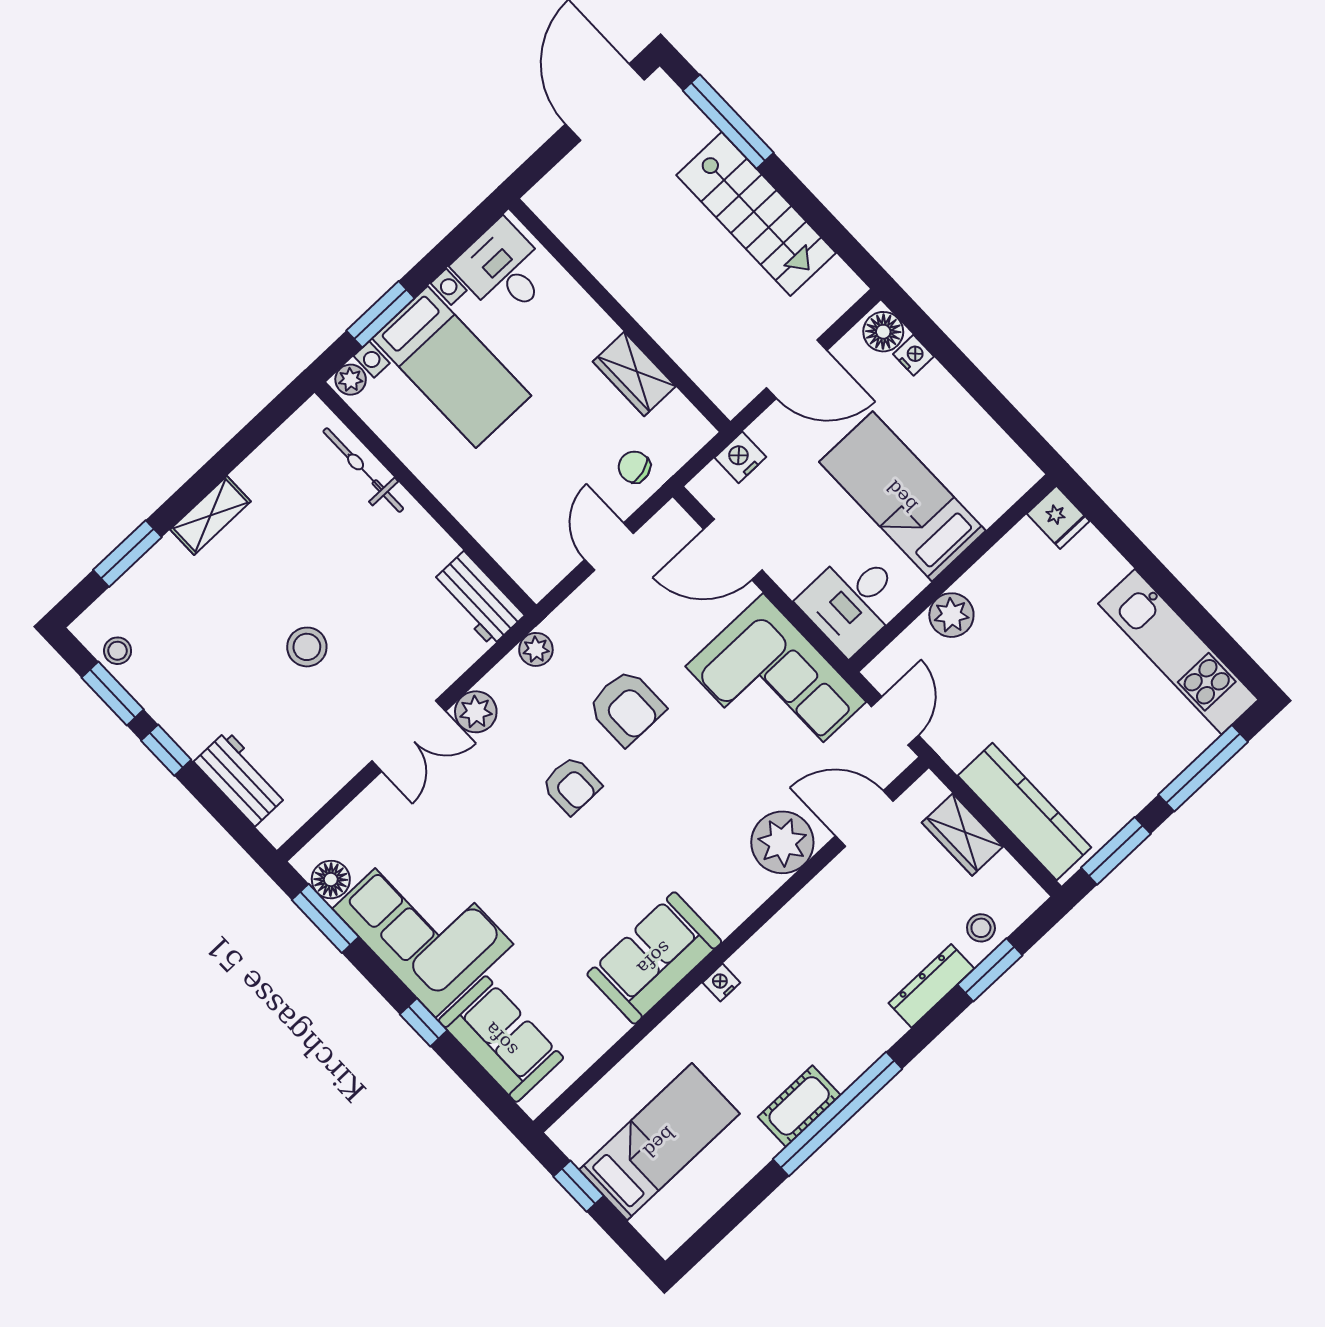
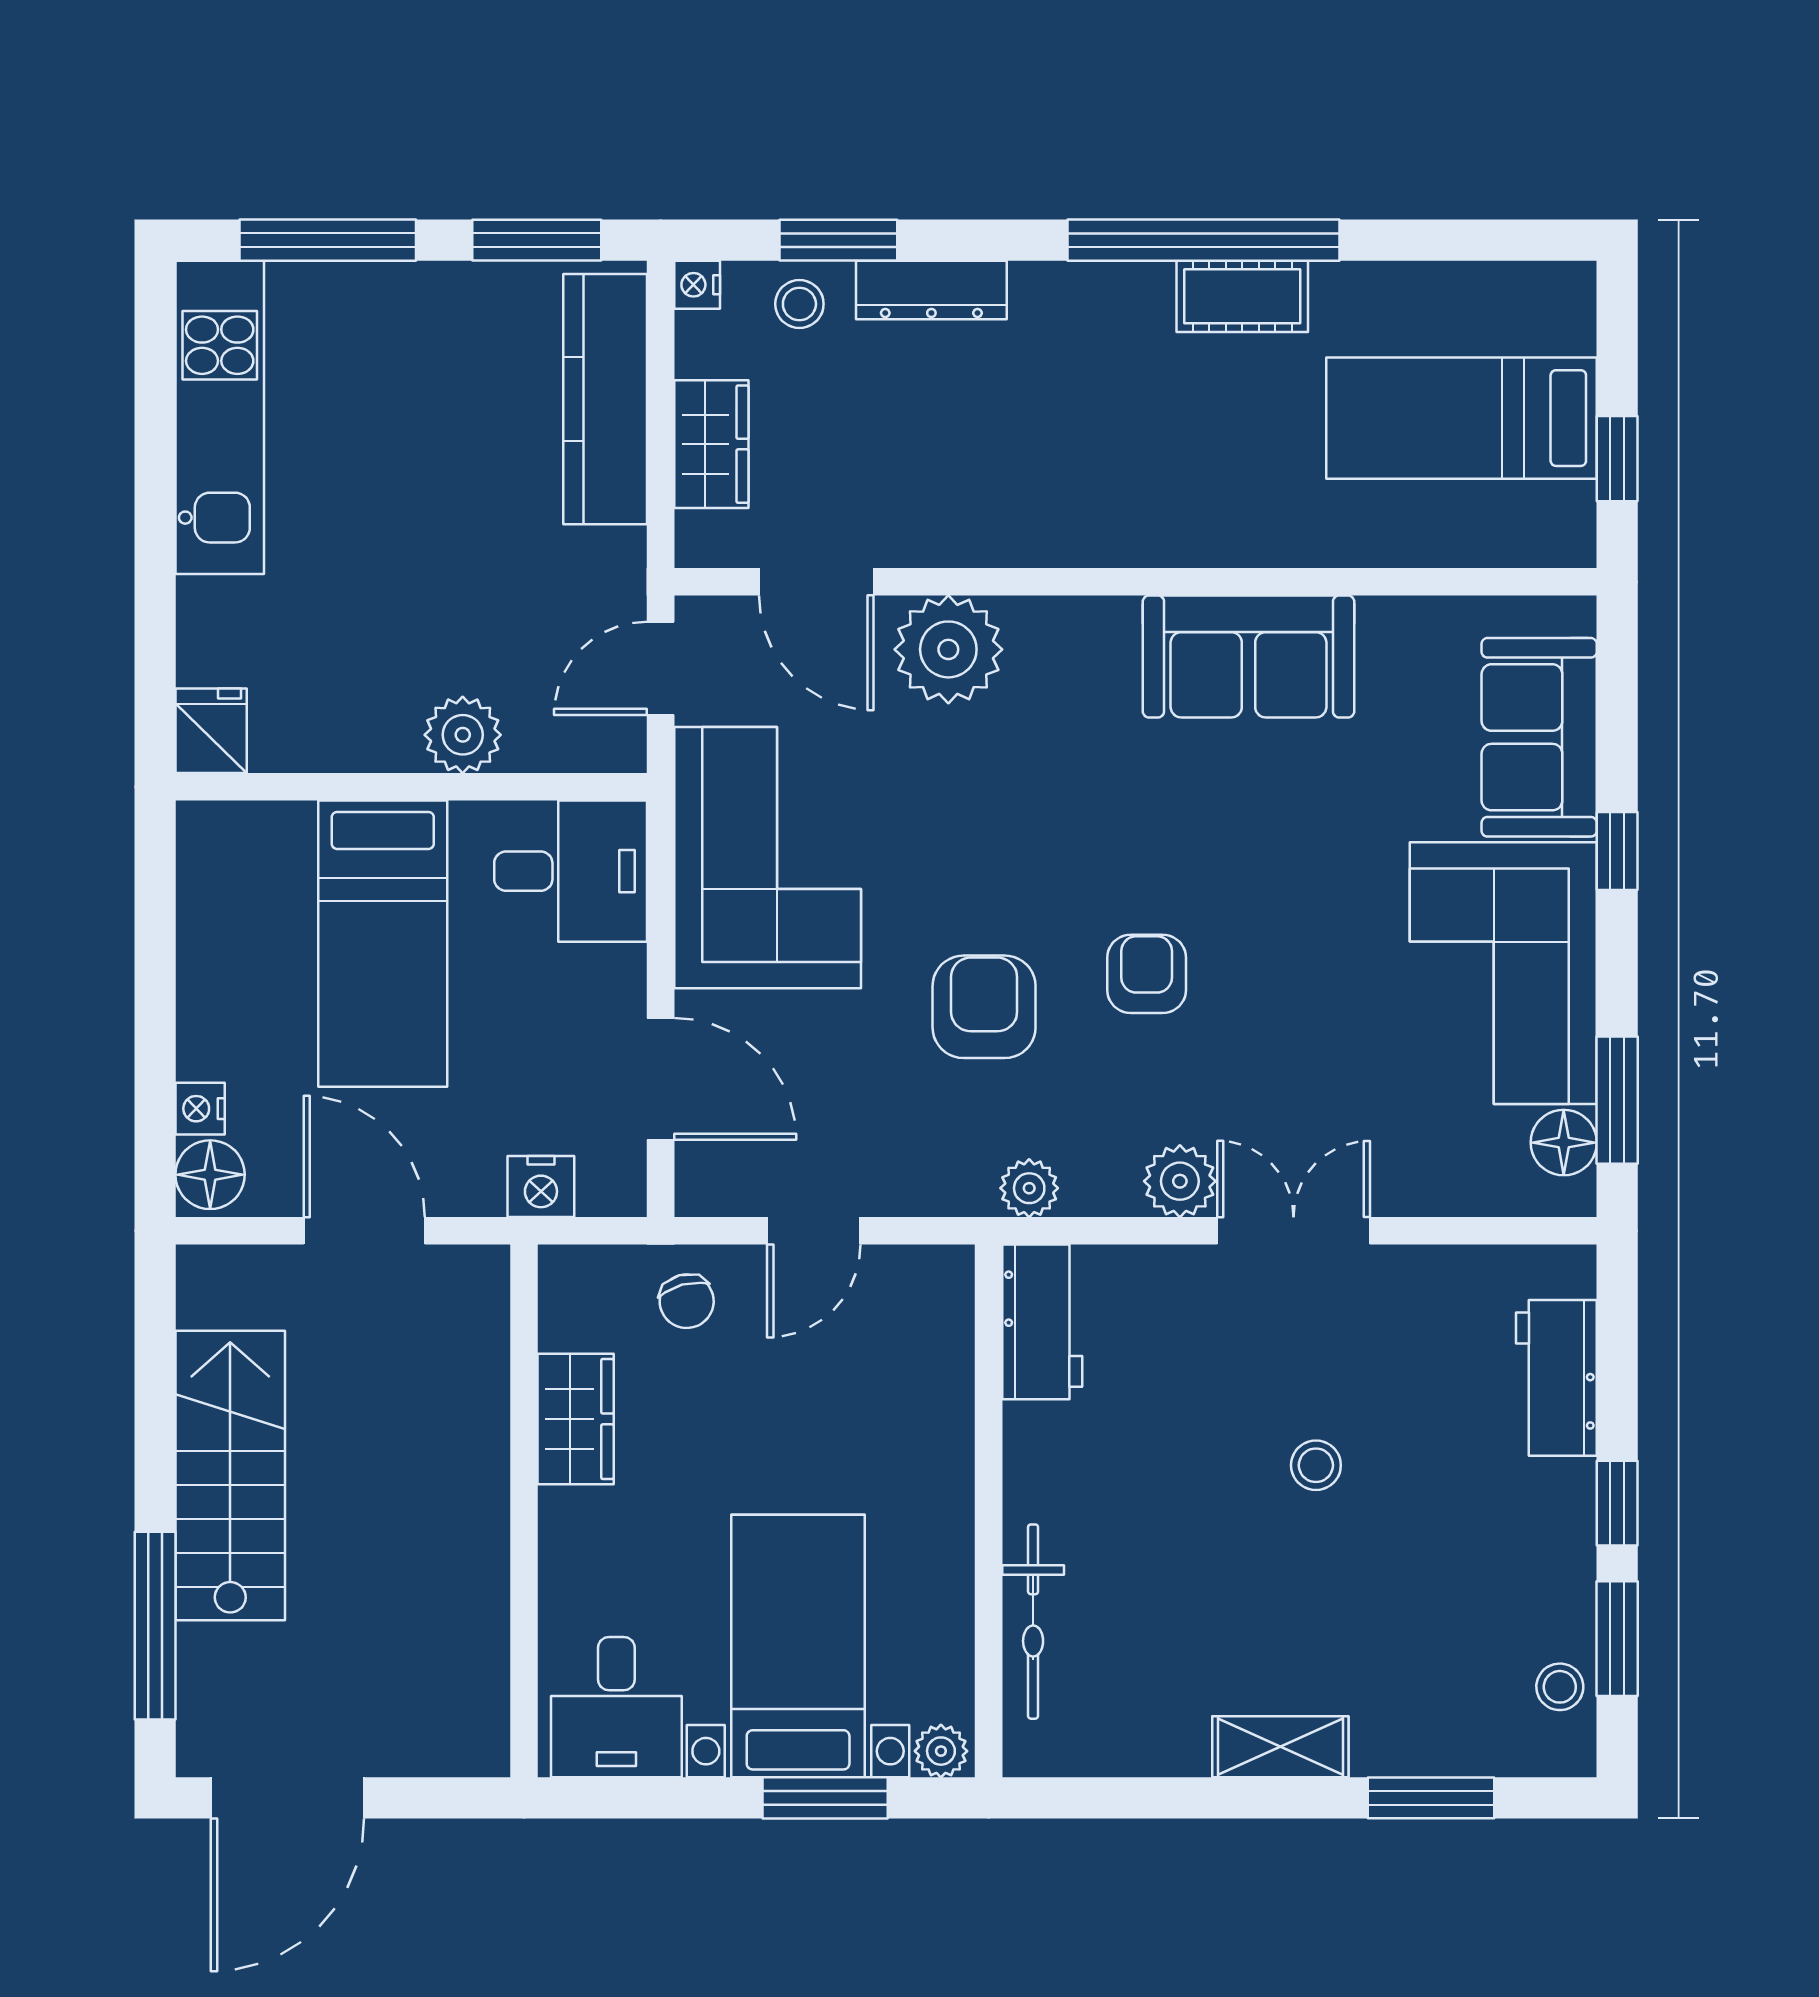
stool: (307, 647) -> (1316, 1465), width x0.73, depth x0.73
nightstand: (721, 983) -> (697, 285), moved, turned 90

